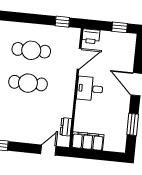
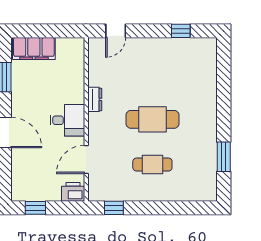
cafe table: (31, 50) -> (152, 165), width x0.73, depth x0.74
dresser: (66, 127) -> (95, 99), moved
filing cabinet: (88, 141) -> (34, 49), moved

